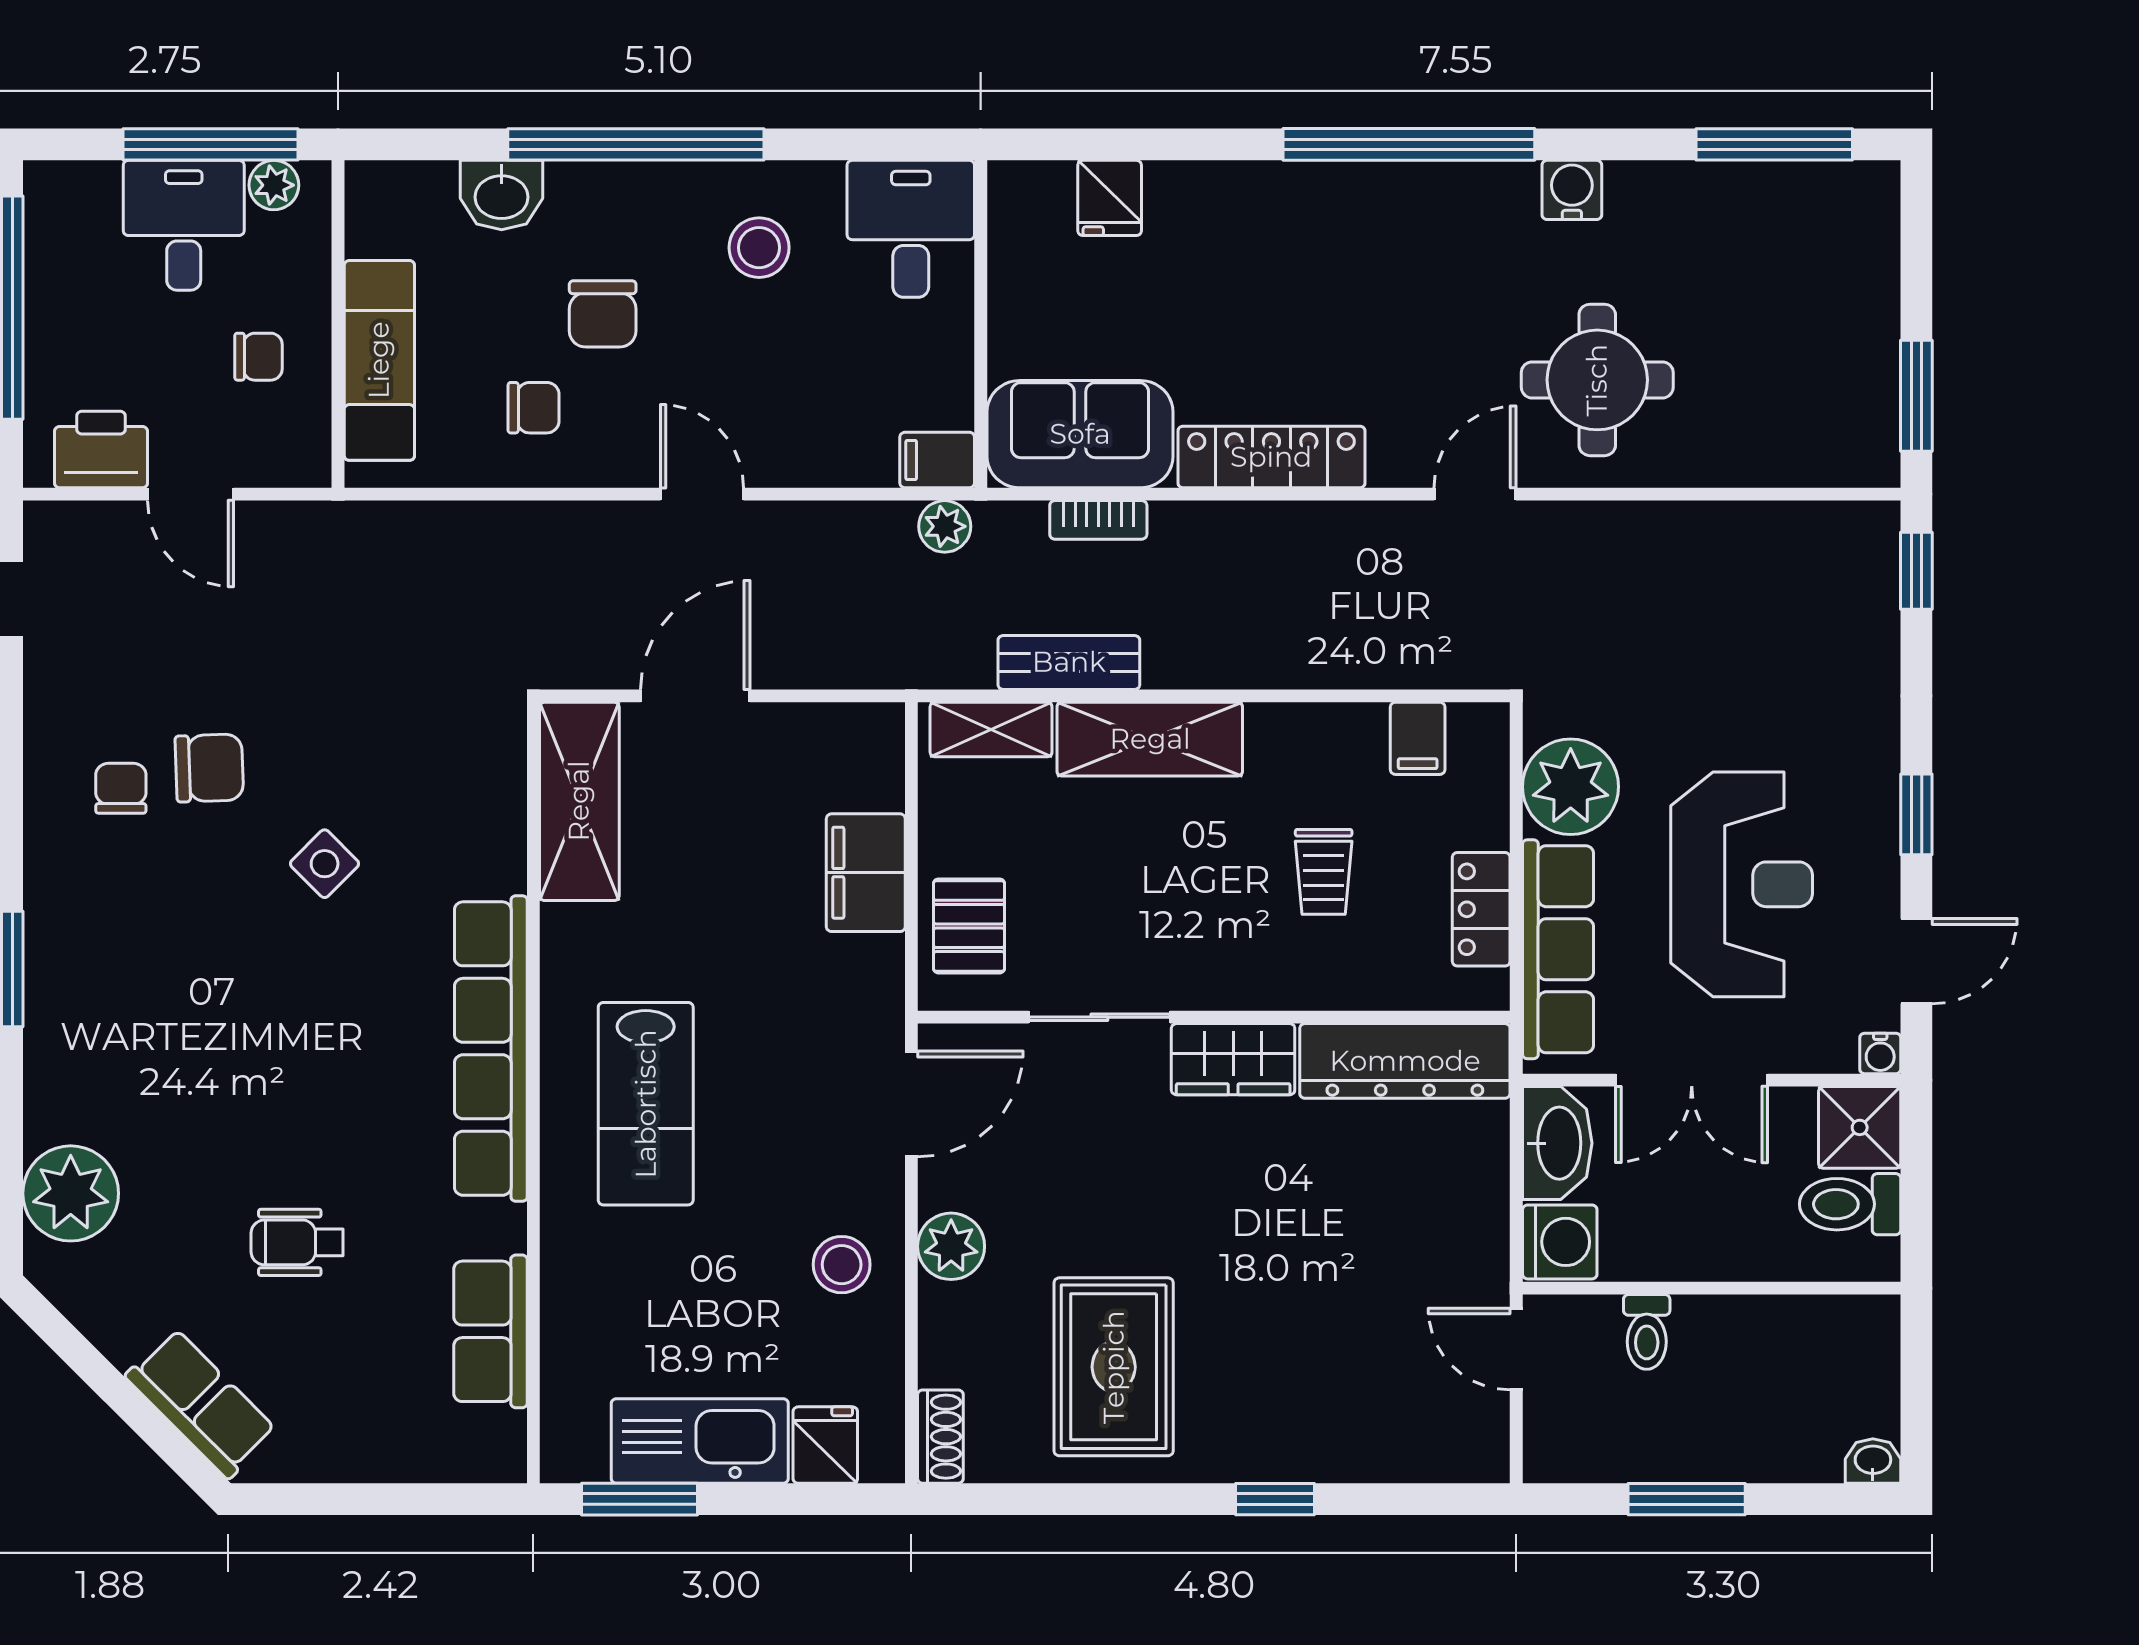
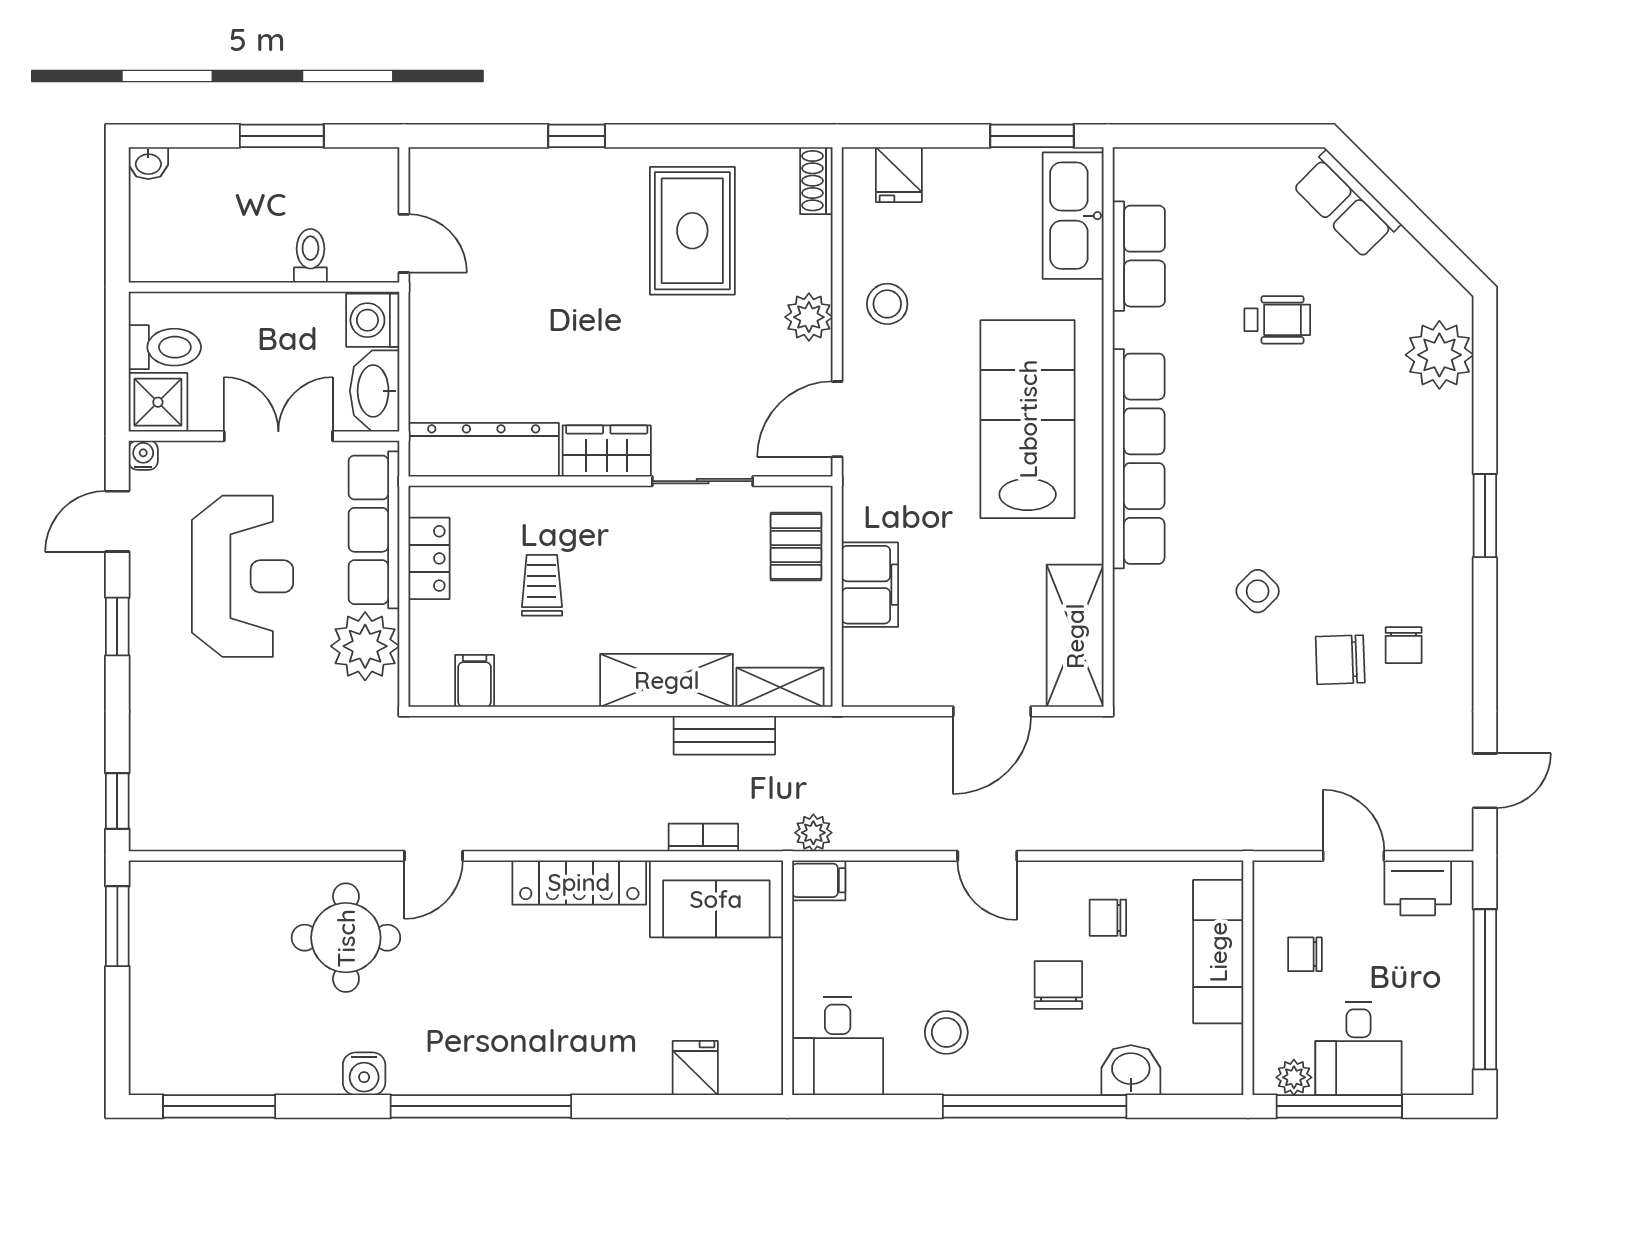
reception desk: (1742, 884) -> (243, 576), turned 180
lab bench: (646, 1104) -> (1028, 419), width x1.36, depth x1.39
kitchen sink: (700, 1441) -> (1073, 216), moved, turned 90

